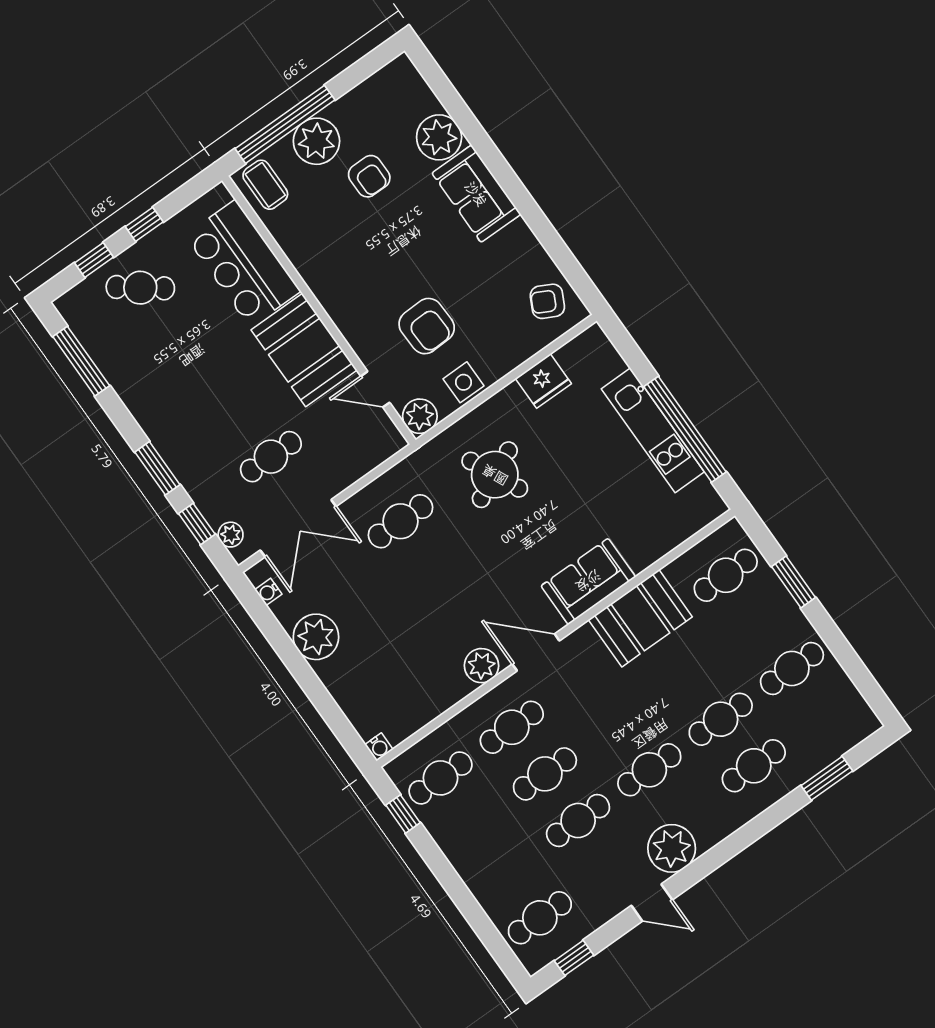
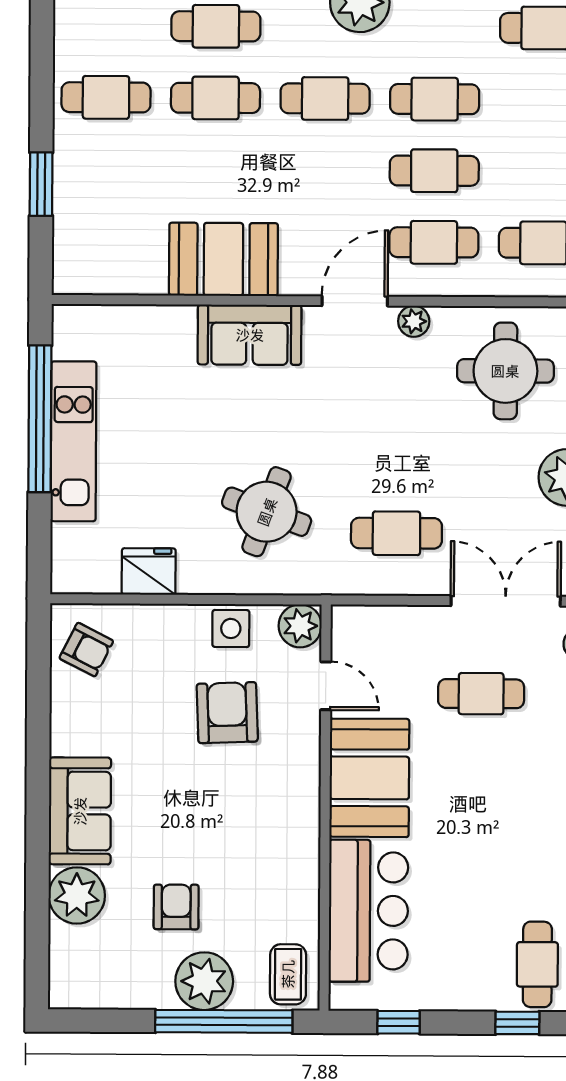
window: (144, 224) -> (399, 1022), moved
cafe table: (140, 288) -> (537, 964), moved, turned 53
round table: (495, 475) -> (267, 512), turned 45
cafe table: (726, 575) -> (105, 241), removed
door: (536, 652) -> (355, 301), swing flipped
plant: (482, 666) -> (414, 321), width x0.73, depth x0.73
round table: (405, 677) -> (505, 371), added

